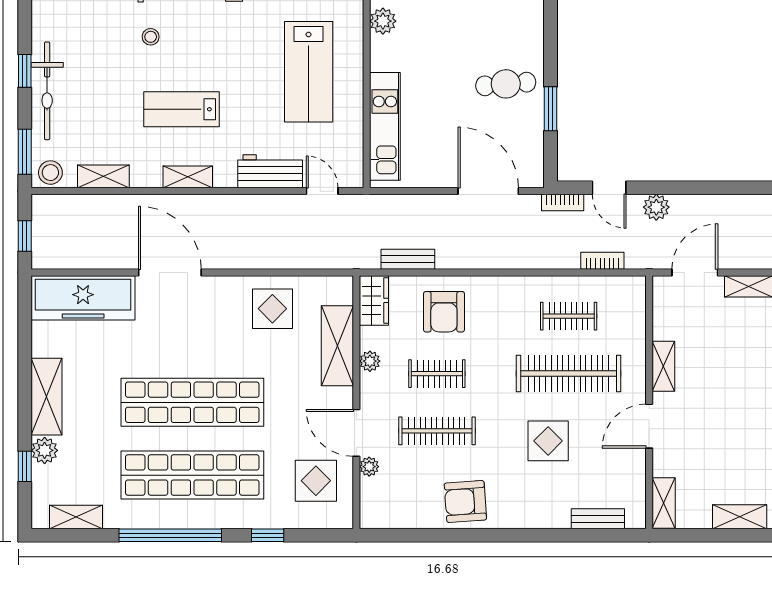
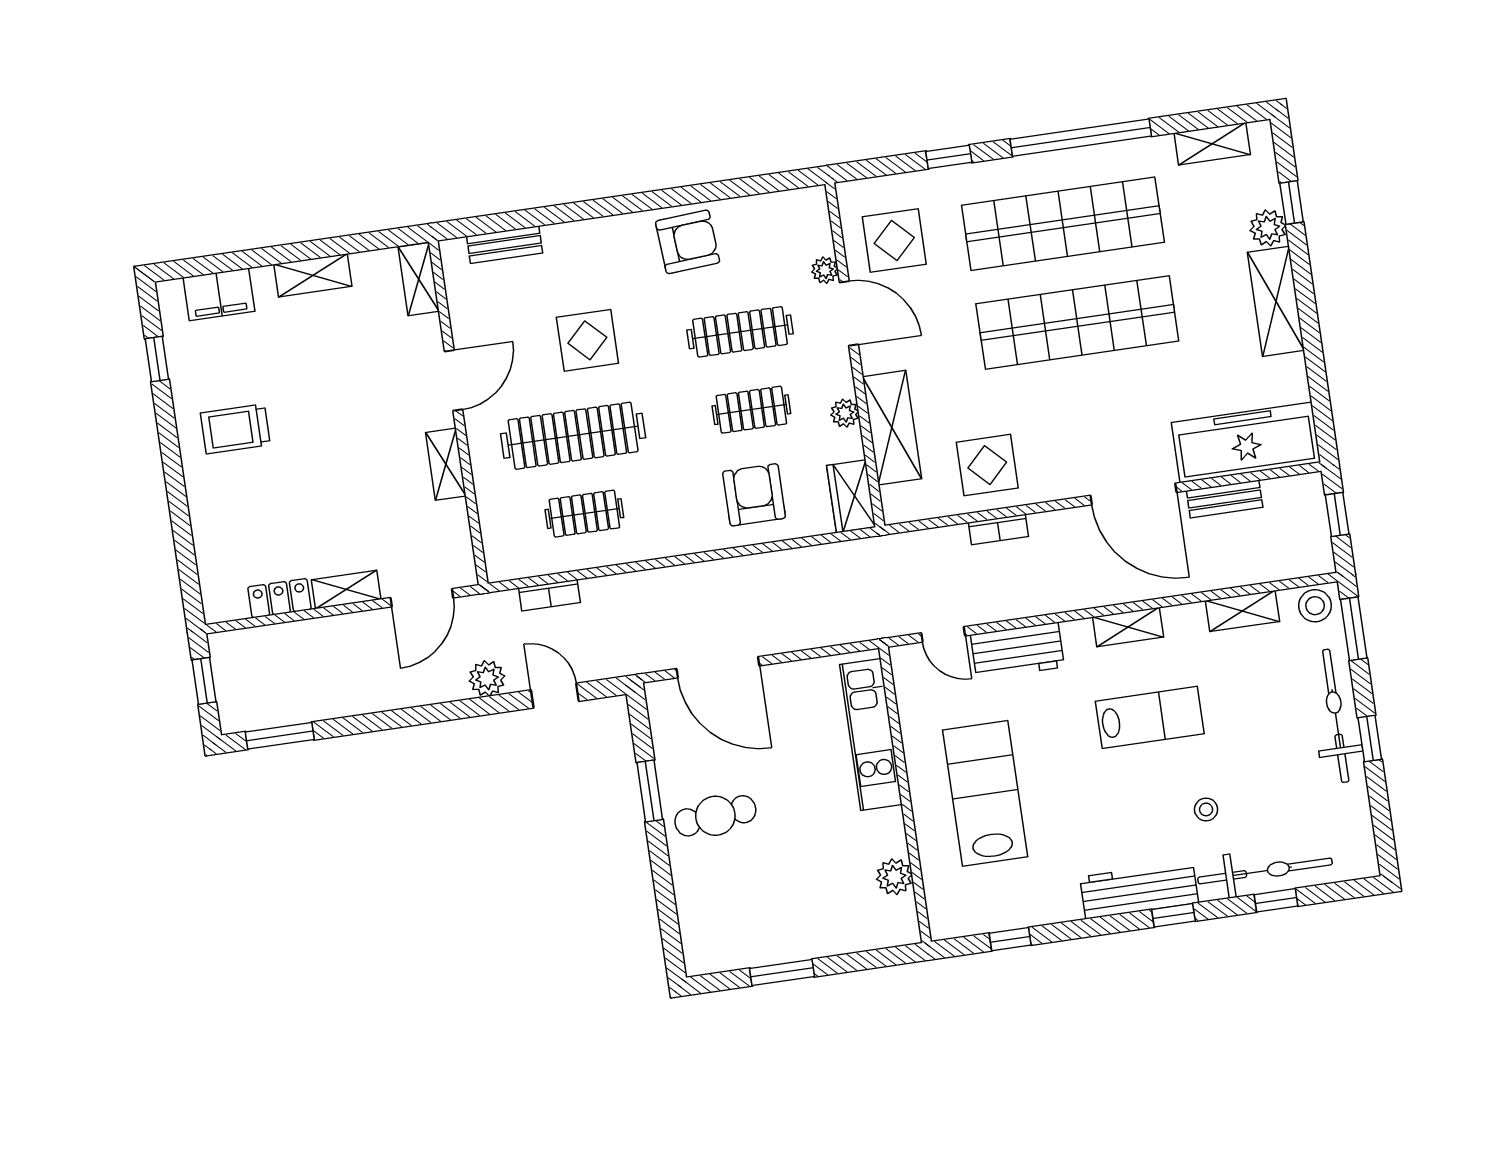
bookcase: (563, 202) -> (998, 529), moved, turned 180
bench: (408, 259) -> (1225, 499), moved

